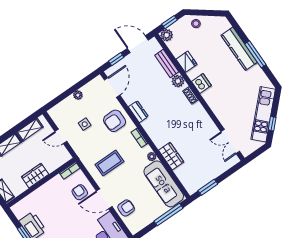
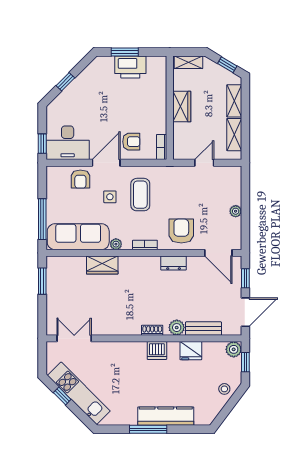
side table: (85, 124) -> (110, 197), moved

